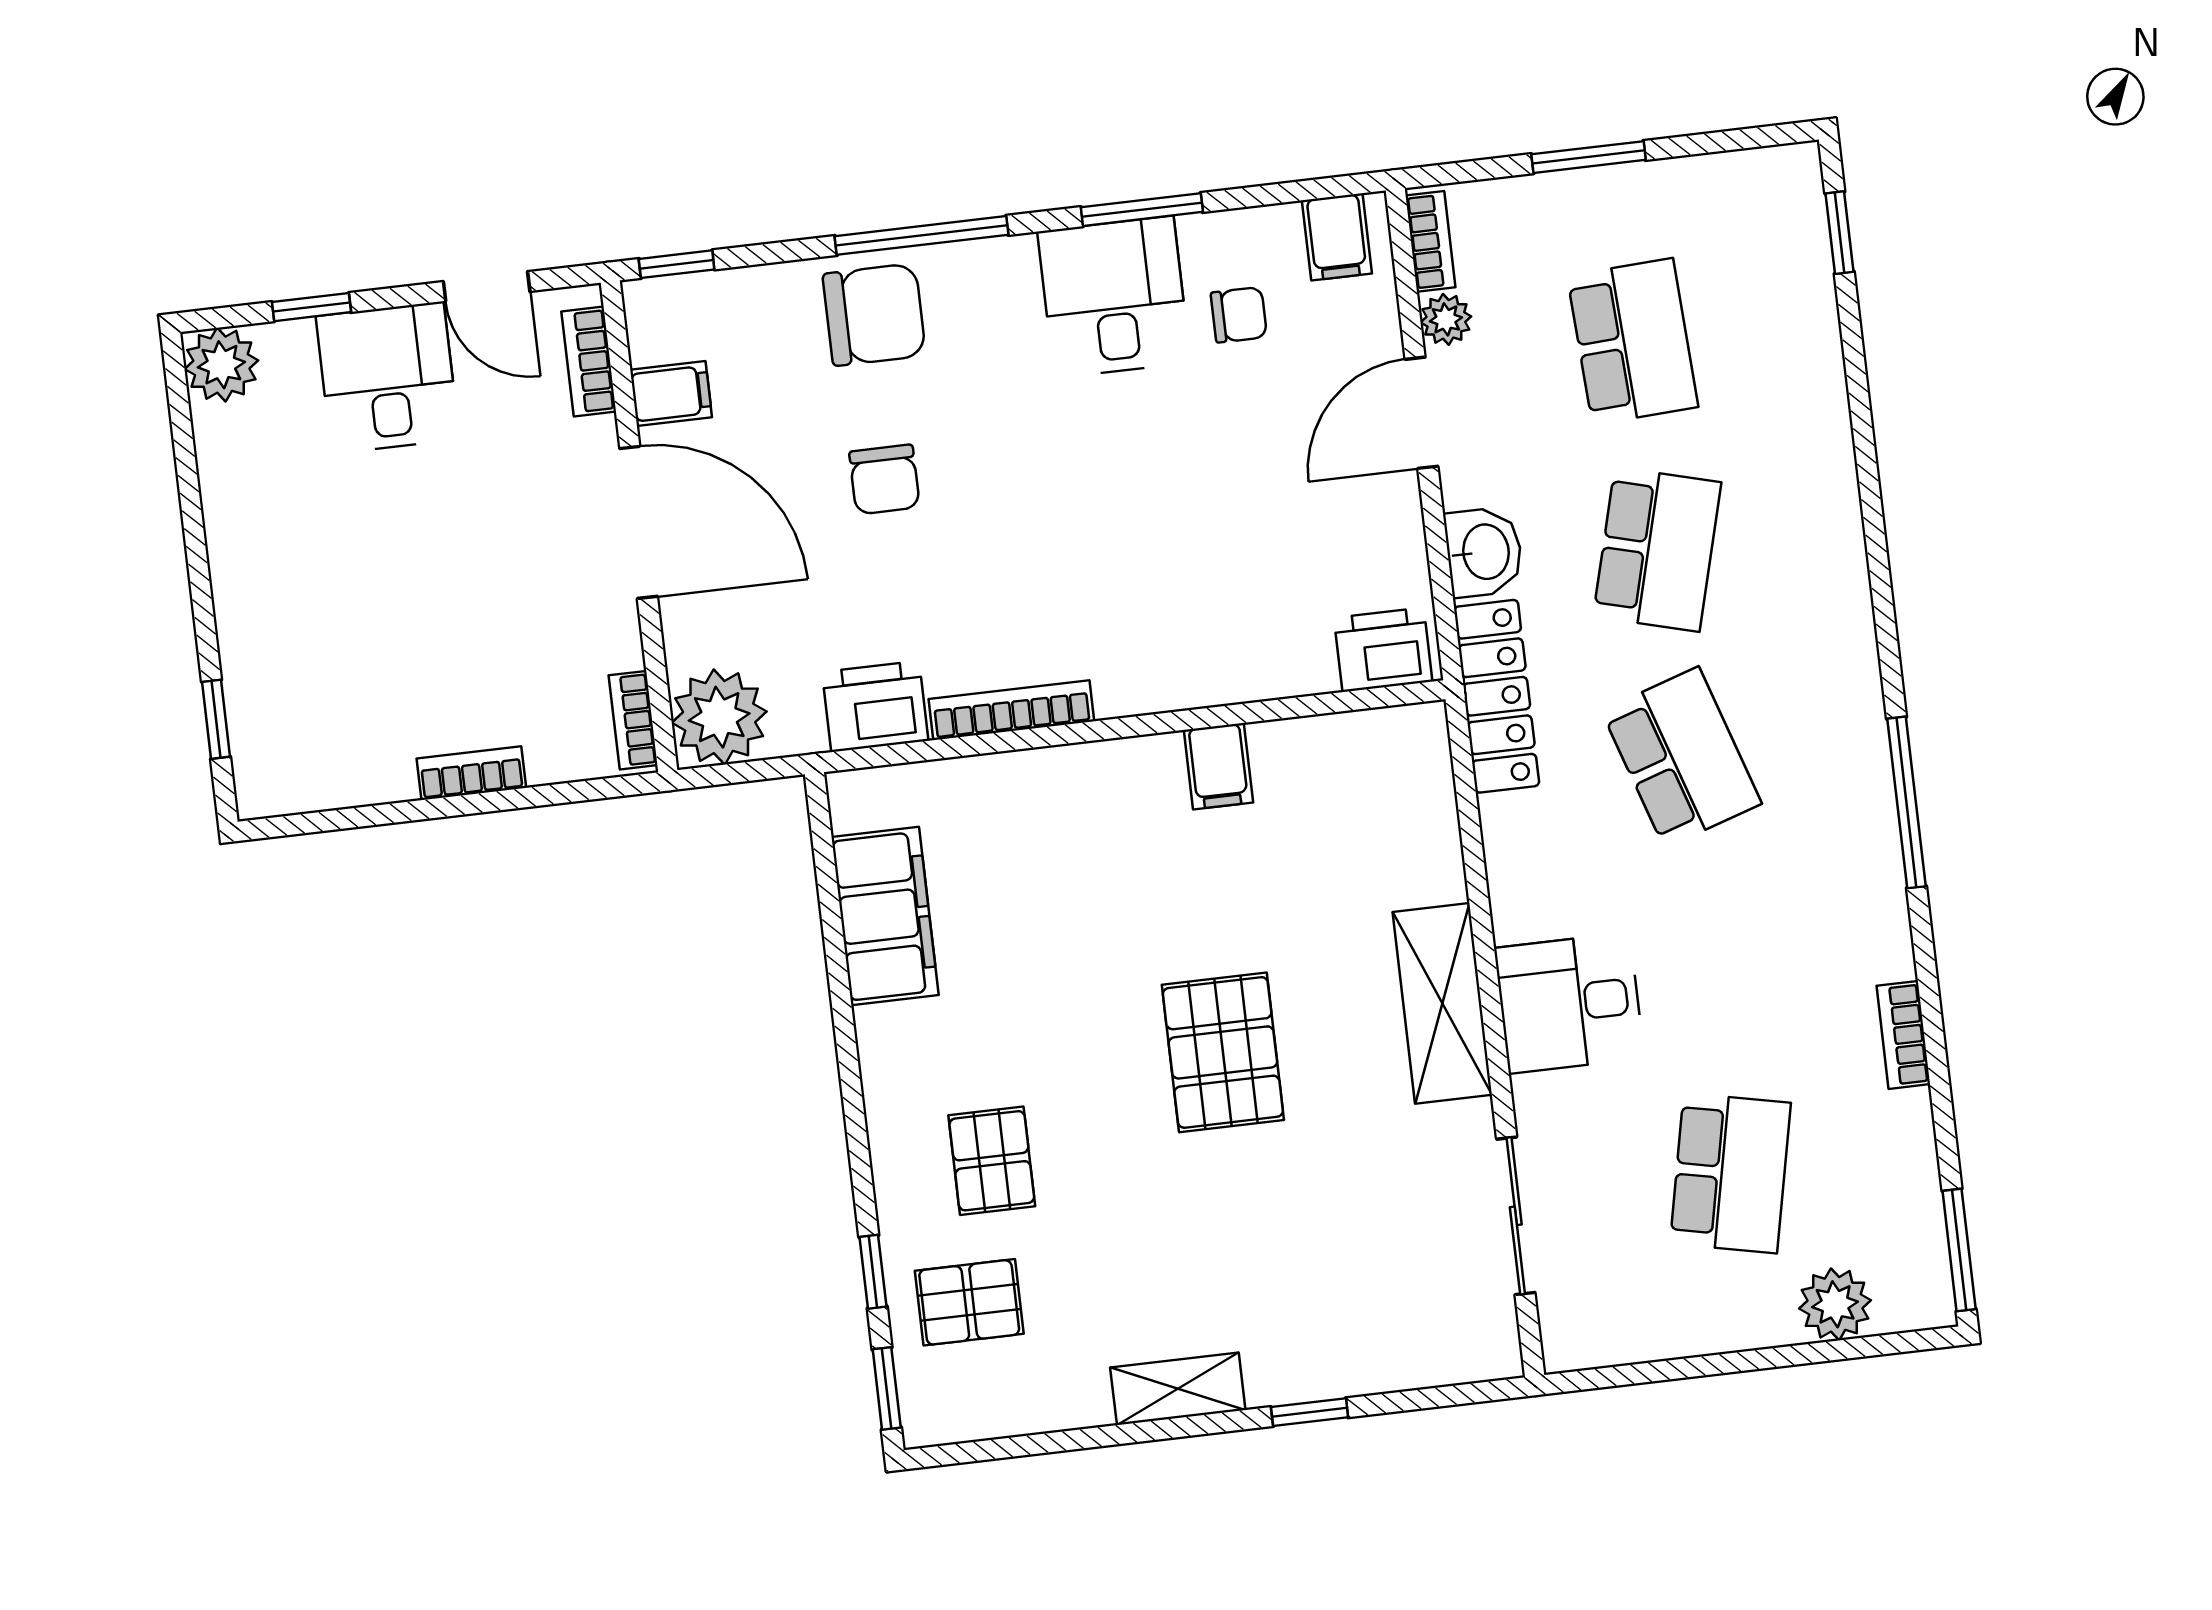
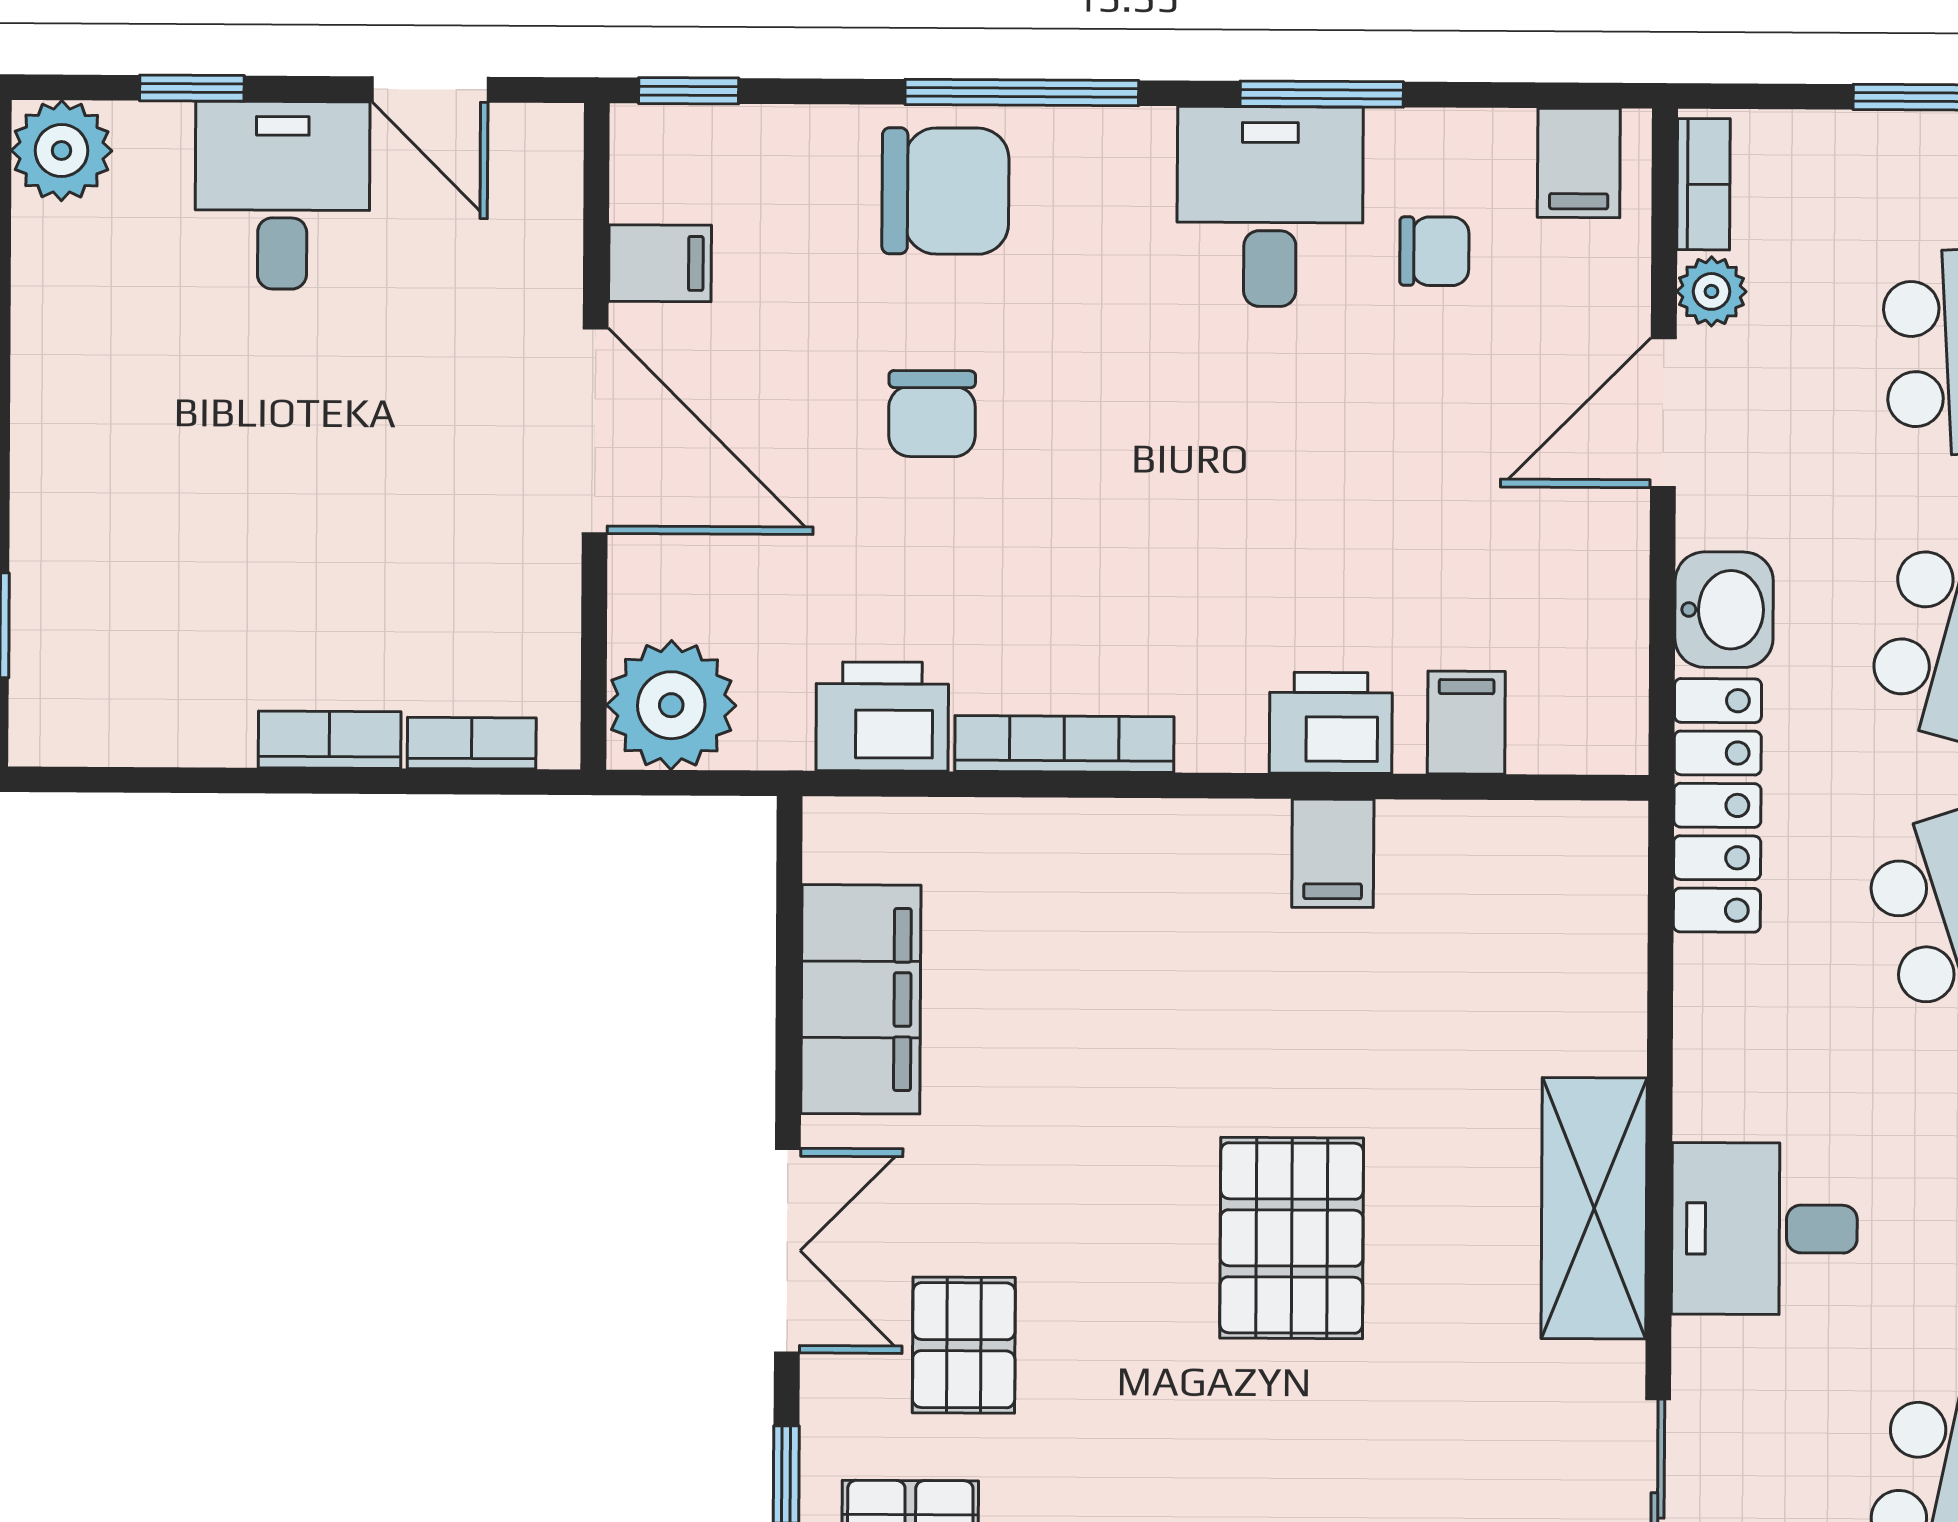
bookcase: (589, 361) -> (555, 207), removed
printer: (1383, 650) -> (1331, 723), moved
filing cabinet: (1305, 658) -> (1466, 723), added
bookcase: (633, 720) -> (472, 743), moved, turned 90
double door: (854, 1107) -> (787, 1251), added

